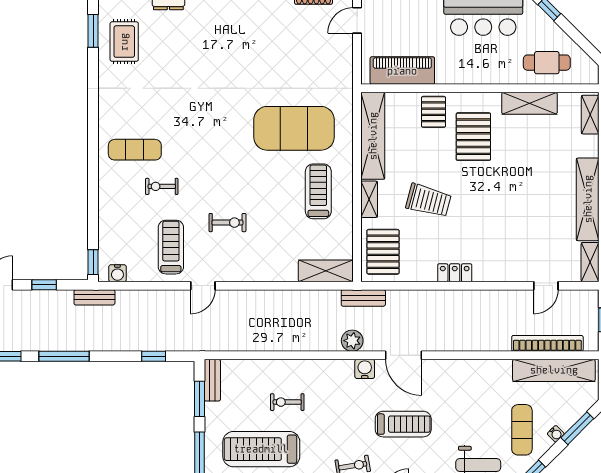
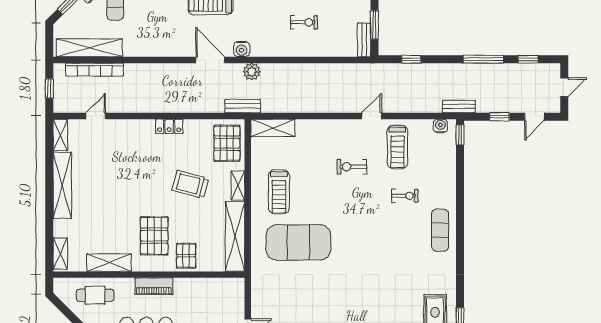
piano: (402, 71) -> (154, 286), moved, width x0.73, depth x0.75
exercise mat: (135, 150) -> (440, 230), moved, turned 90

